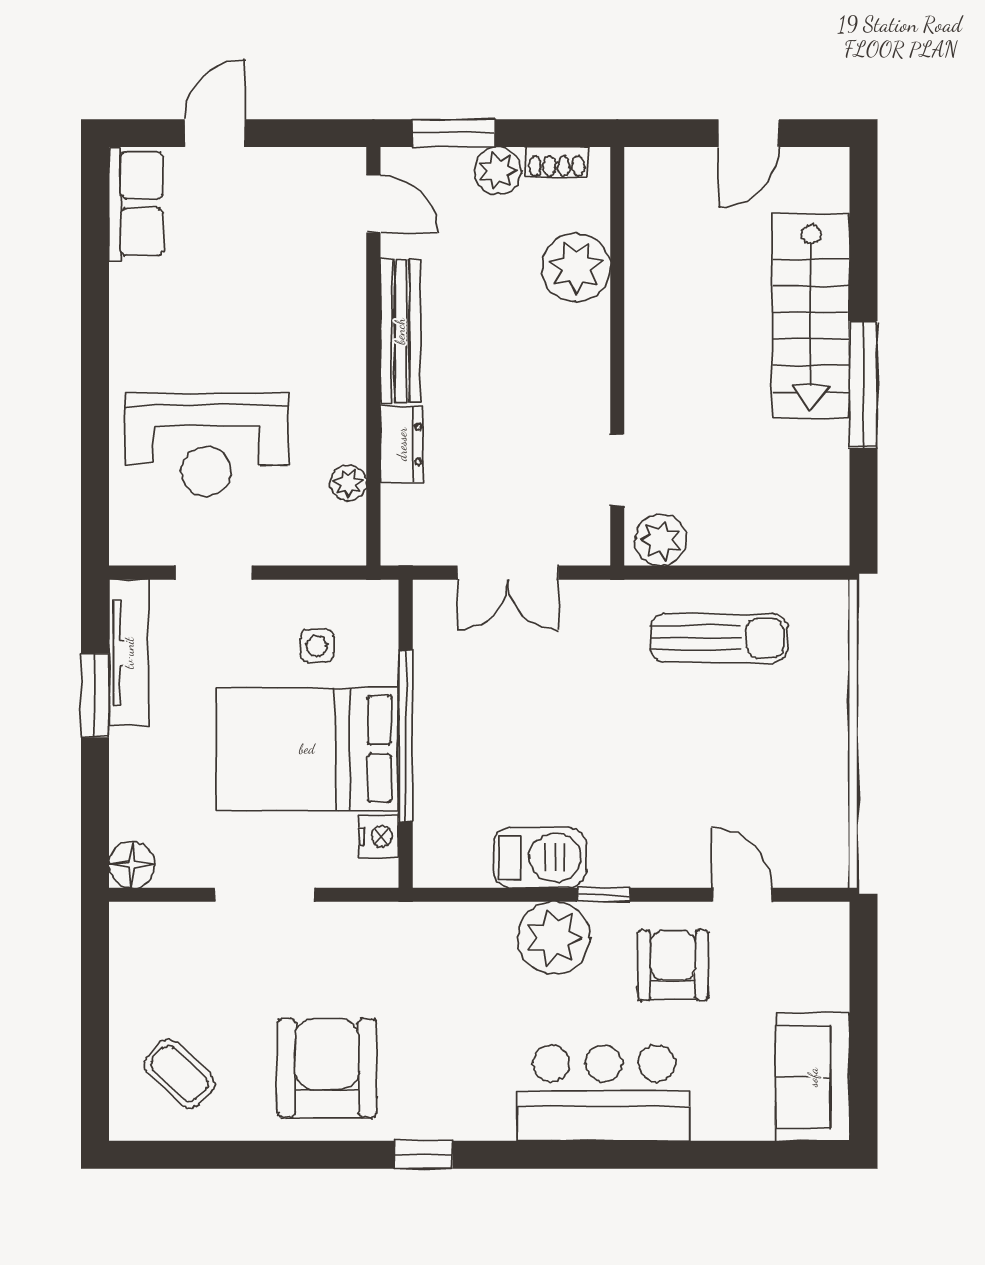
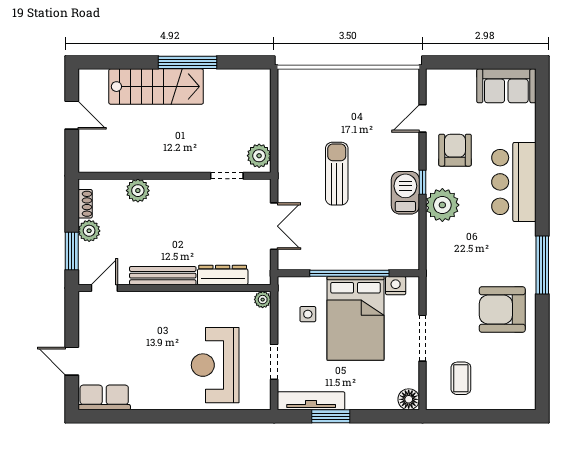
plant: (576, 267) -> (138, 191), width x0.73, depth x0.73
reception desk: (206, 444) -> (215, 365), turned 180
dresser: (402, 444) -> (223, 275), width x1.44
plant: (348, 483) -> (263, 300), moved
sun lounger: (719, 638) -> (337, 174), moved
barbecue: (540, 858) -> (405, 193), moved
armchair: (673, 965) -> (455, 150), turned 90
coffee table: (179, 1074) -> (461, 378), moved, turned -43
window: (423, 1155) -> (542, 265), width x2.17

